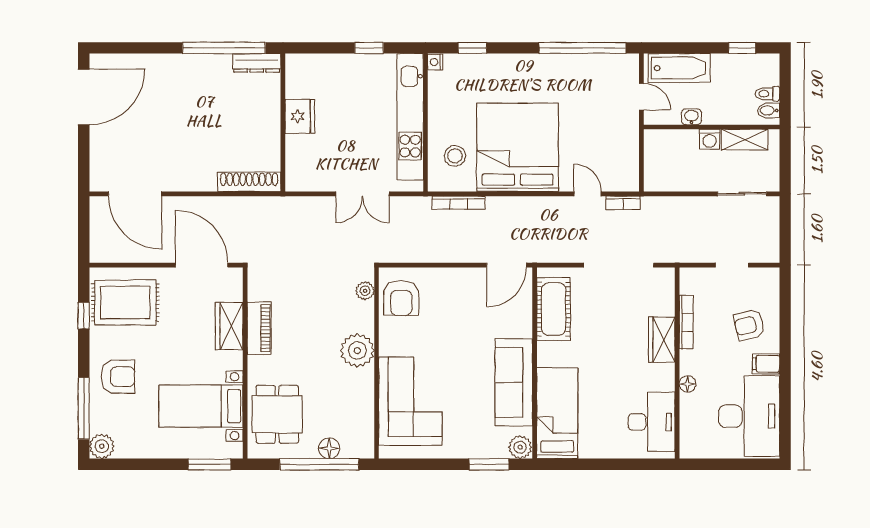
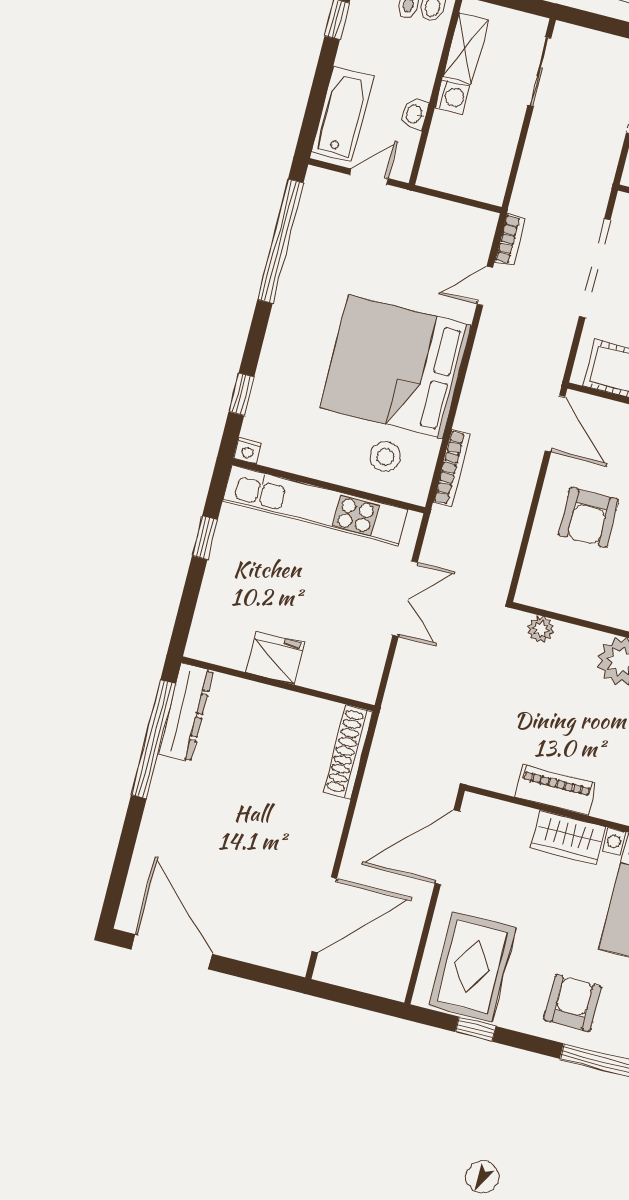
dresser: (257, 63) -> (186, 712), width x1.37, depth x1.24
armchair: (401, 298) -> (588, 517), moved, turned 90
wardrobe: (229, 326) -> (568, 837), moved

